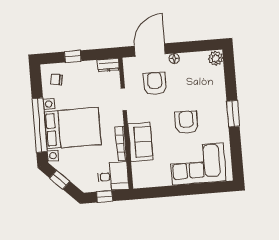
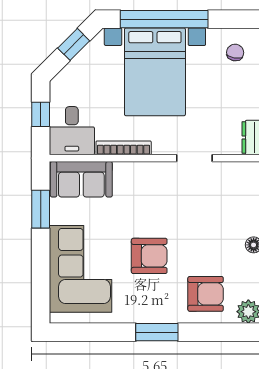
armchair: (155, 84) -> (206, 294), moved
sofa: (140, 142) -> (81, 179), moved
window: (163, 192) -> (41, 209), added

